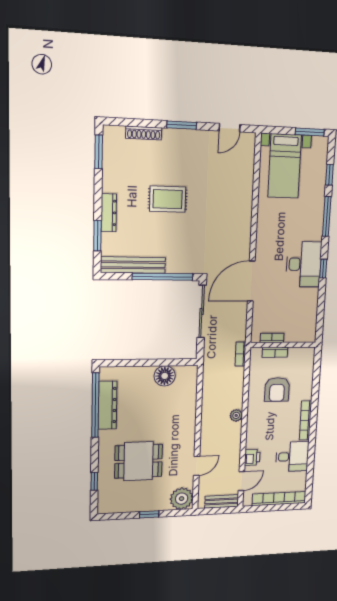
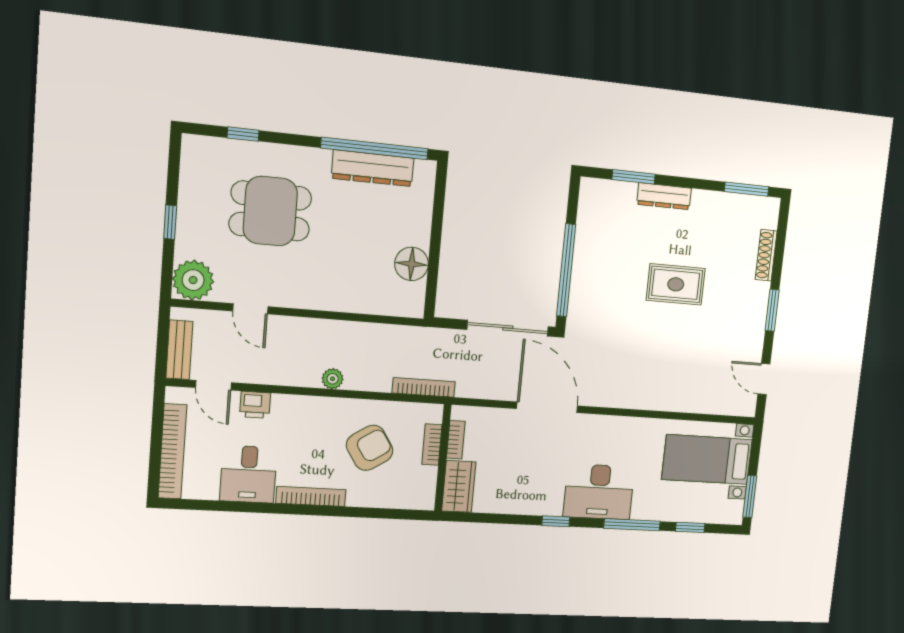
rug: (168, 199) -> (676, 284), turned 90
desk: (304, 264) -> (599, 492), moved
bench: (133, 265) -> (587, 226), removed
wardrobe: (301, 333) -> (459, 486), added
bookcase: (240, 354) -> (424, 387), width x1.56
armchair: (277, 390) -> (370, 448), turned 147
dining table: (139, 461) -> (270, 211), turned 90

